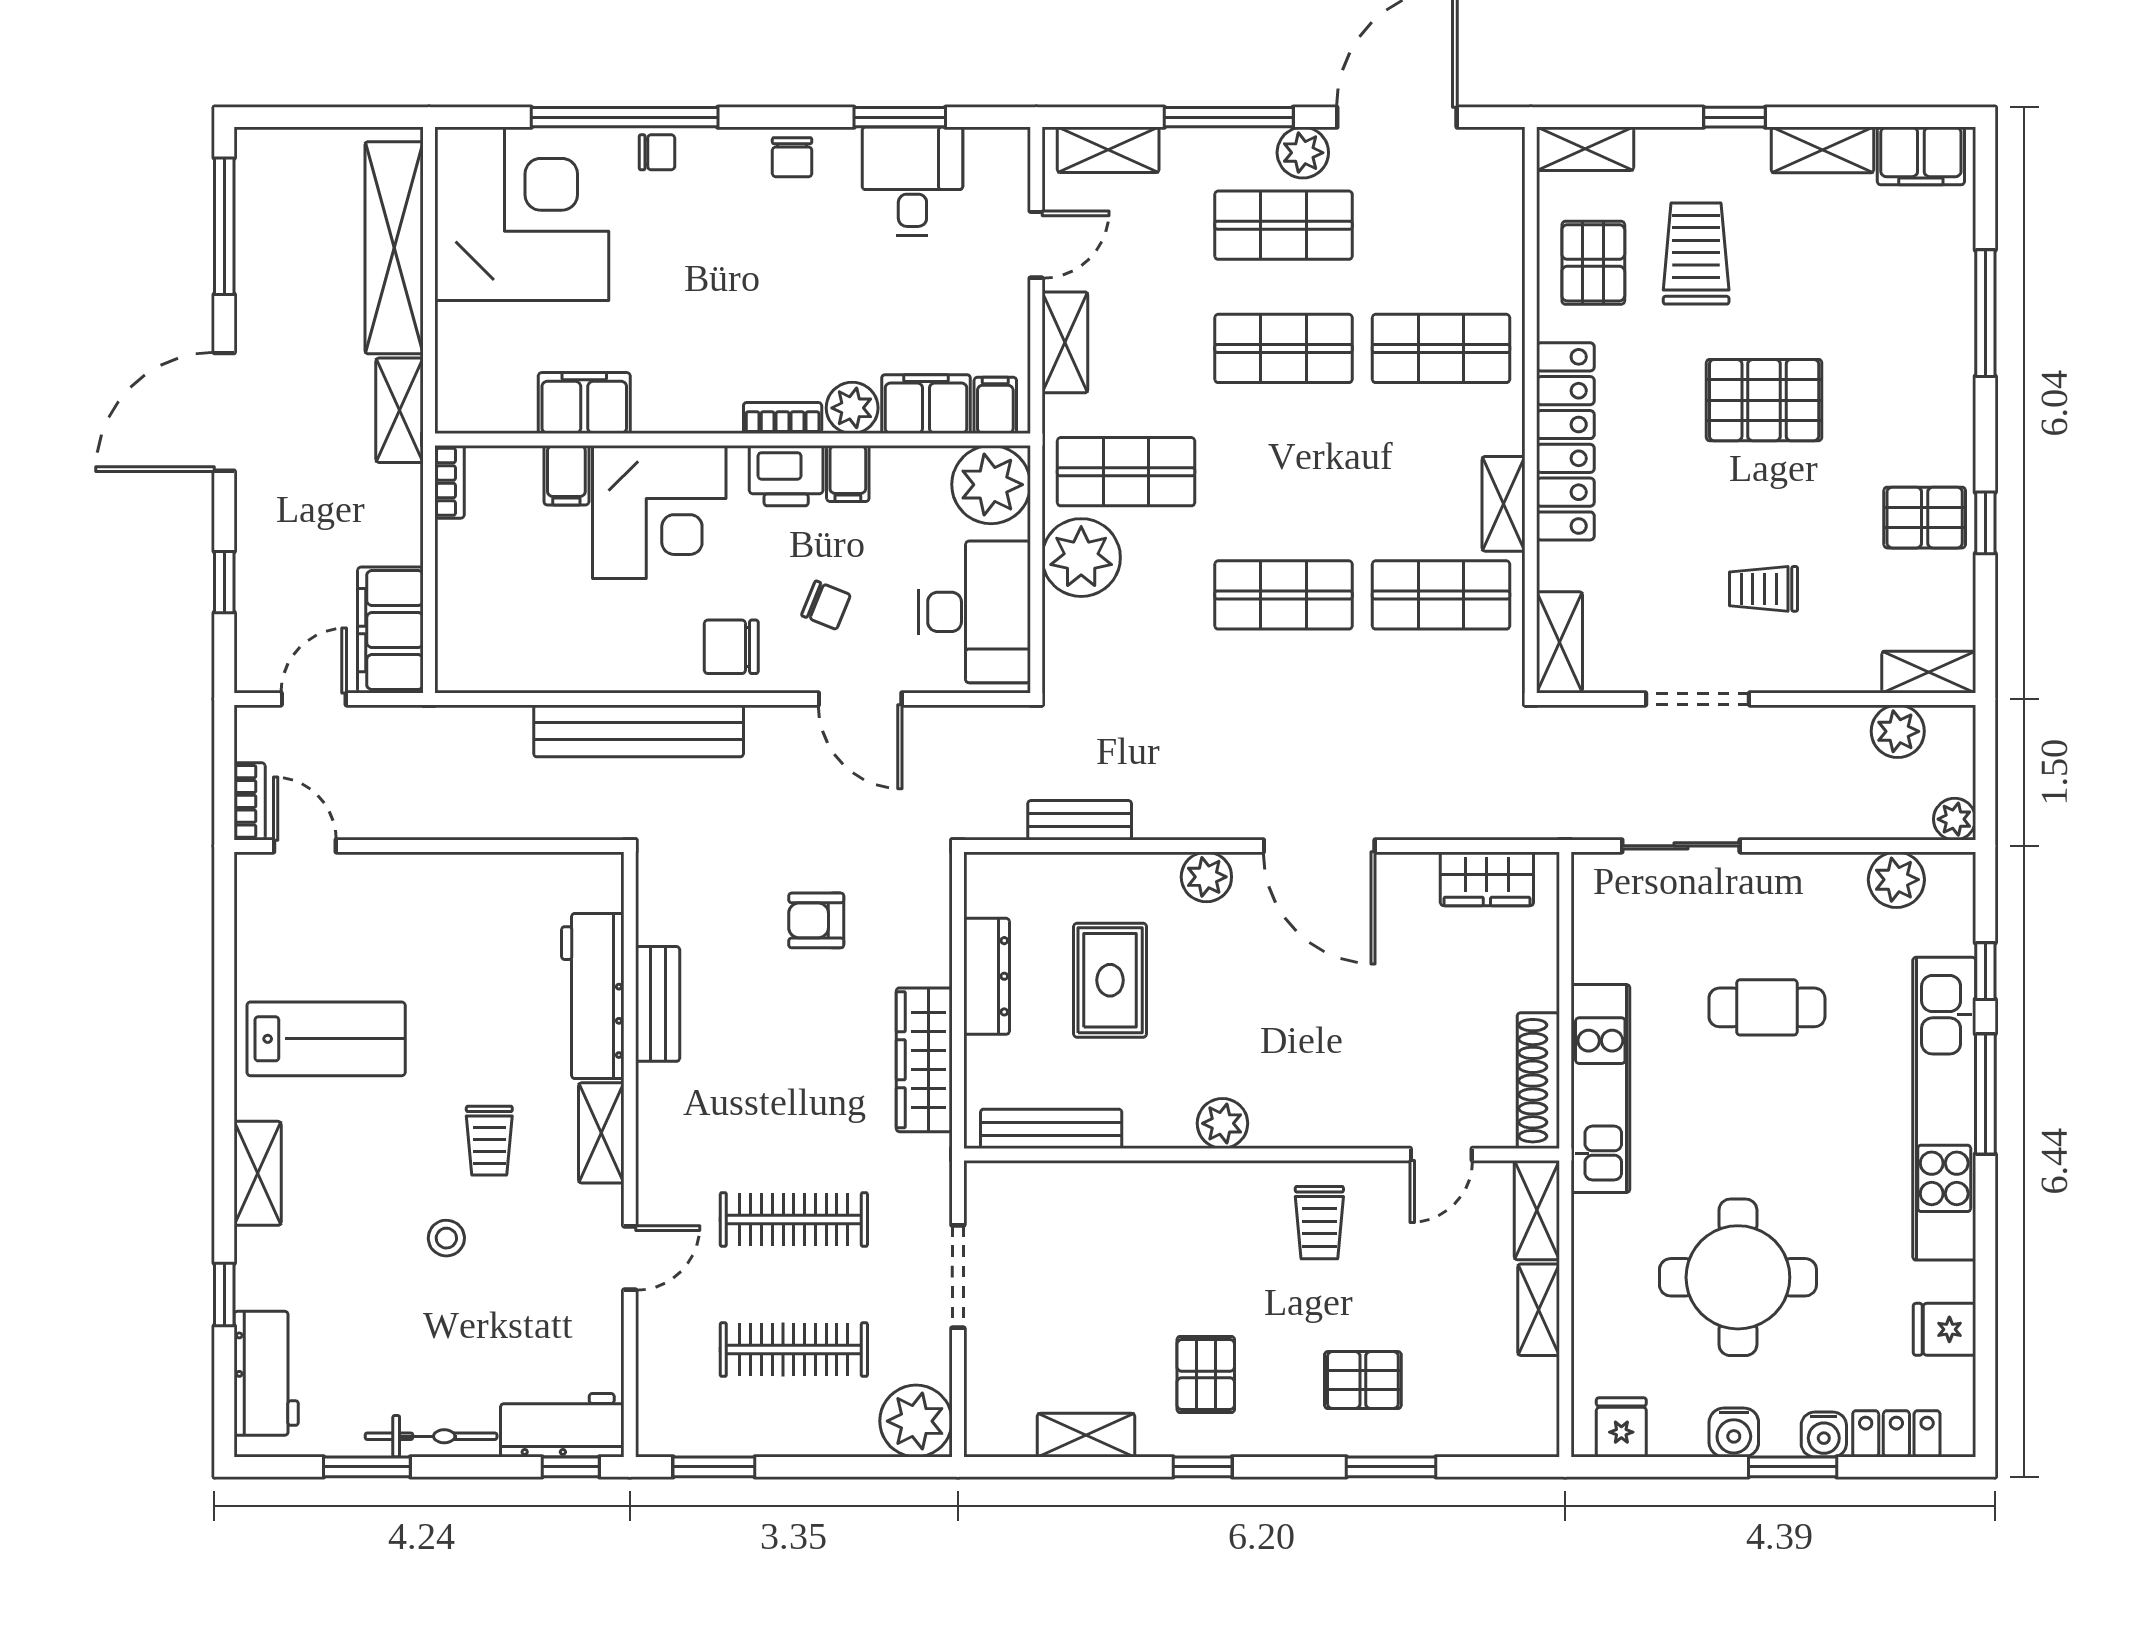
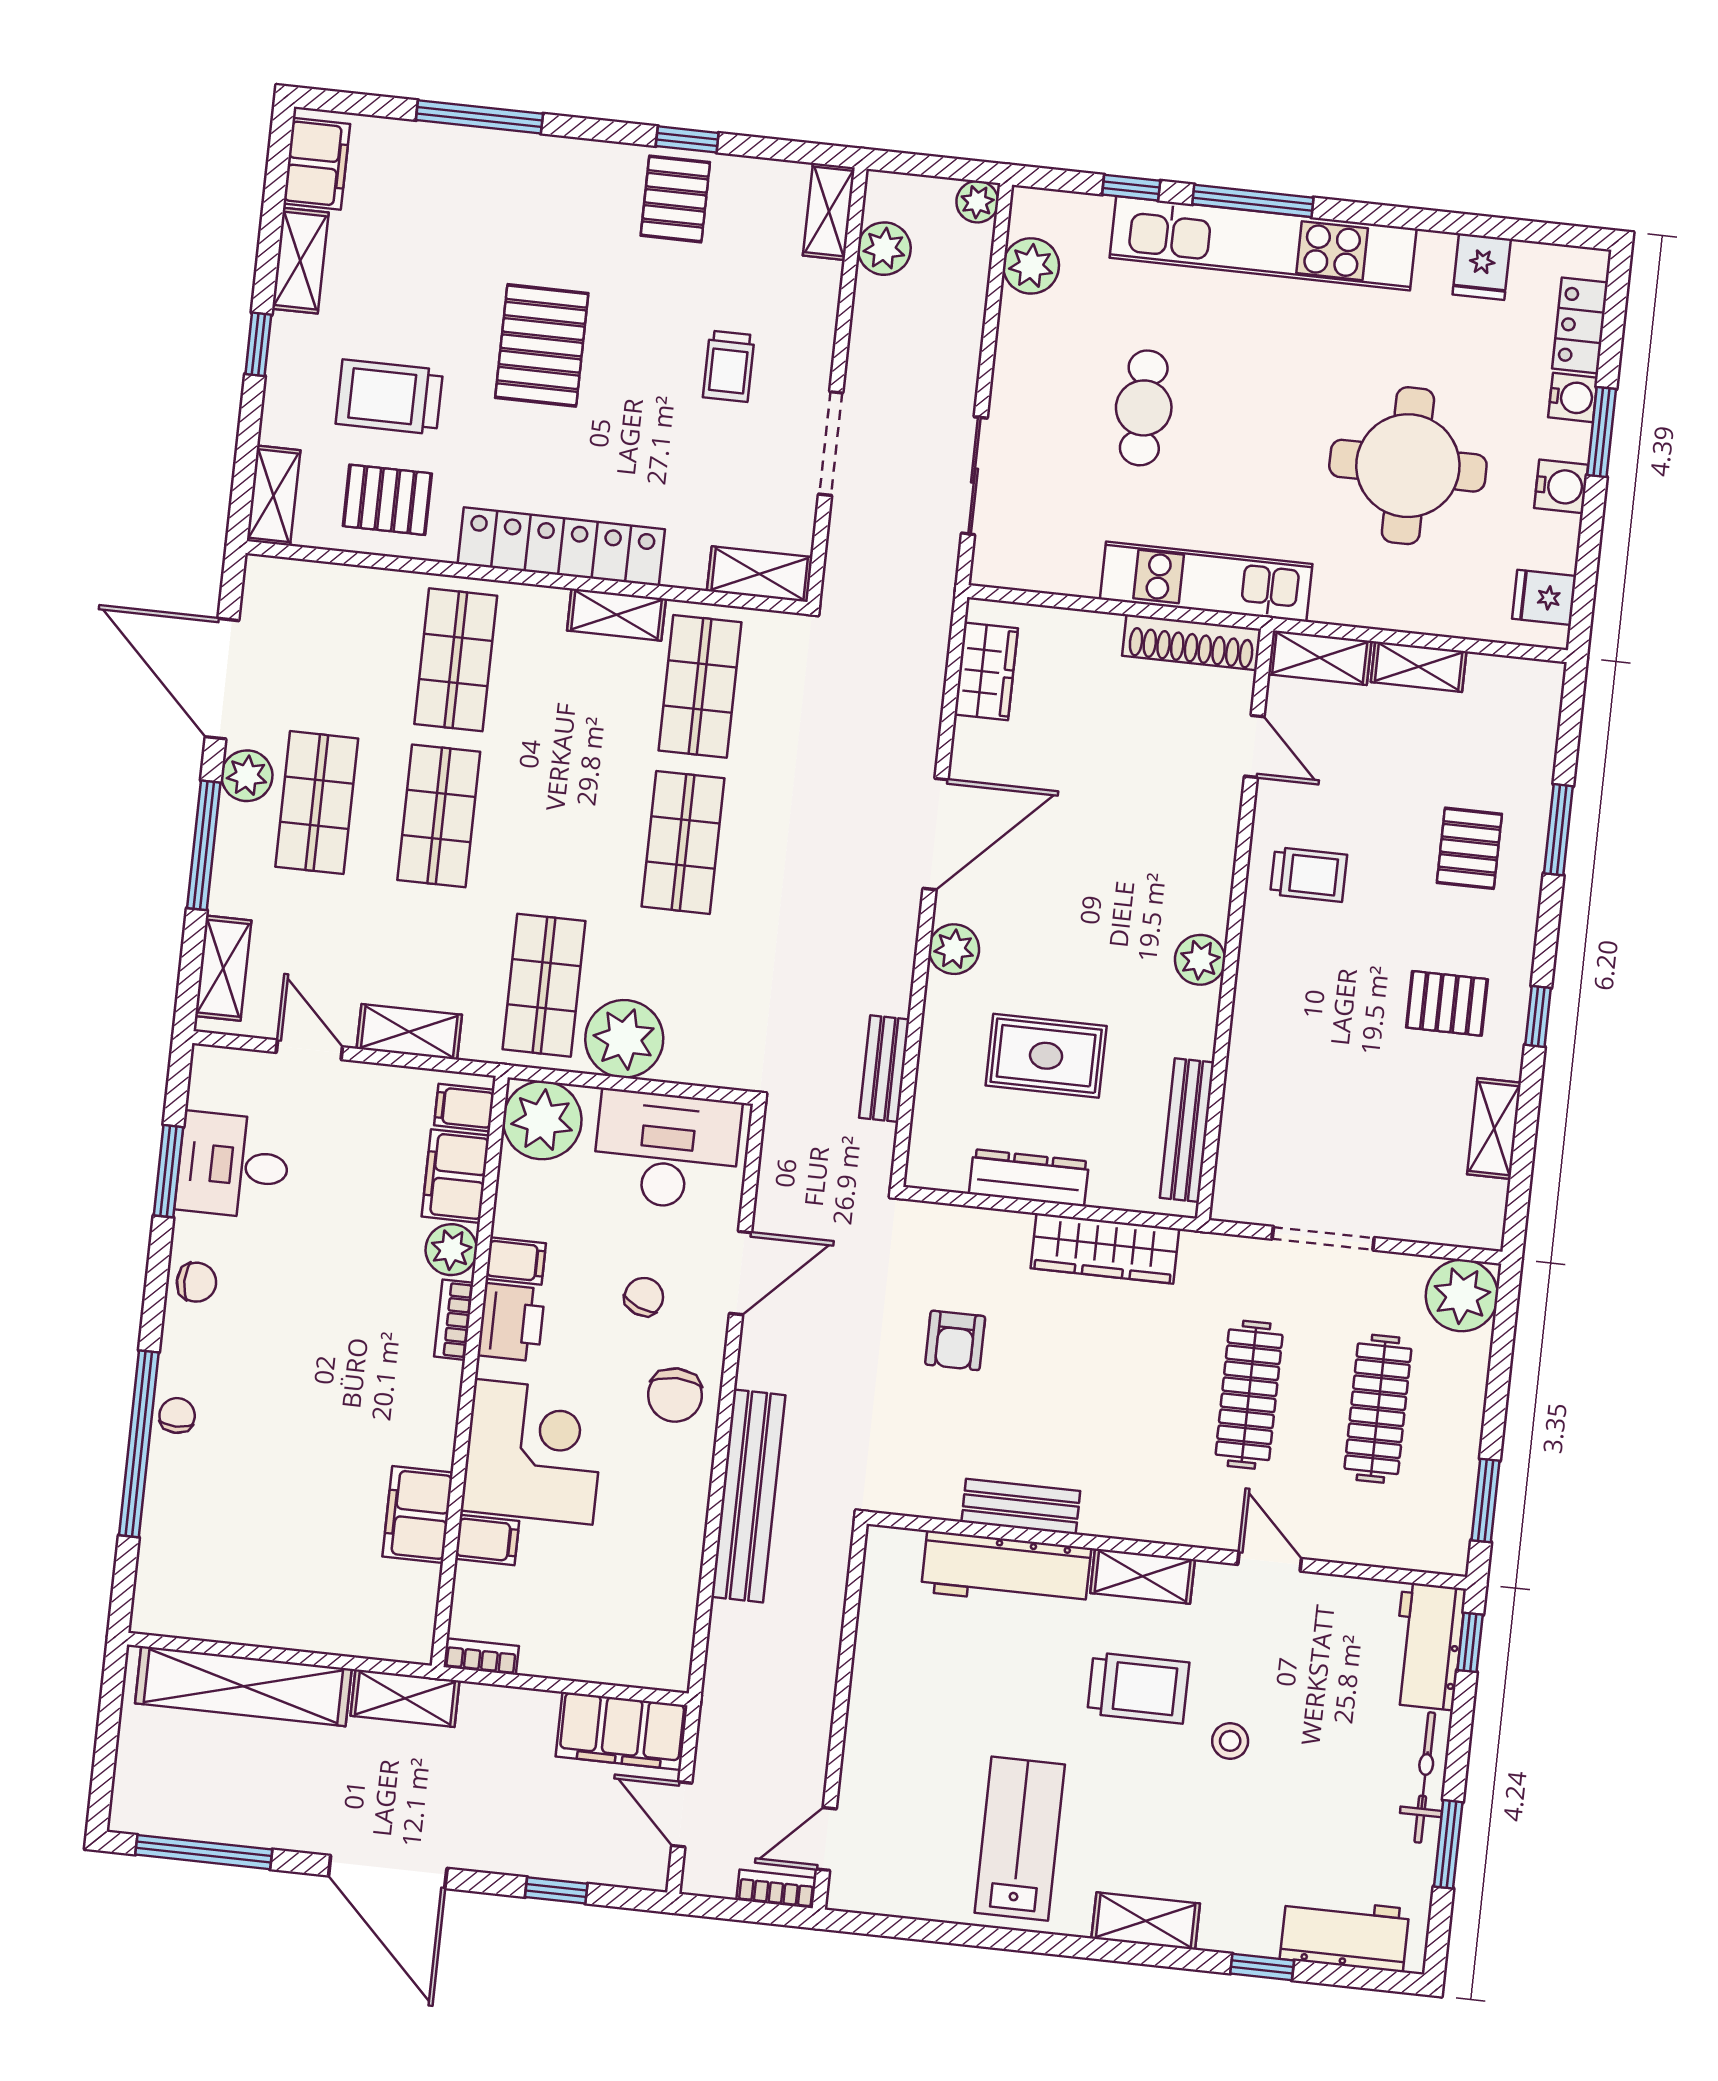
corner desk: (522, 214) -> (224, 1556), removed
trolley: (489, 1141) -> (1138, 1688), width x1.36, depth x1.39

